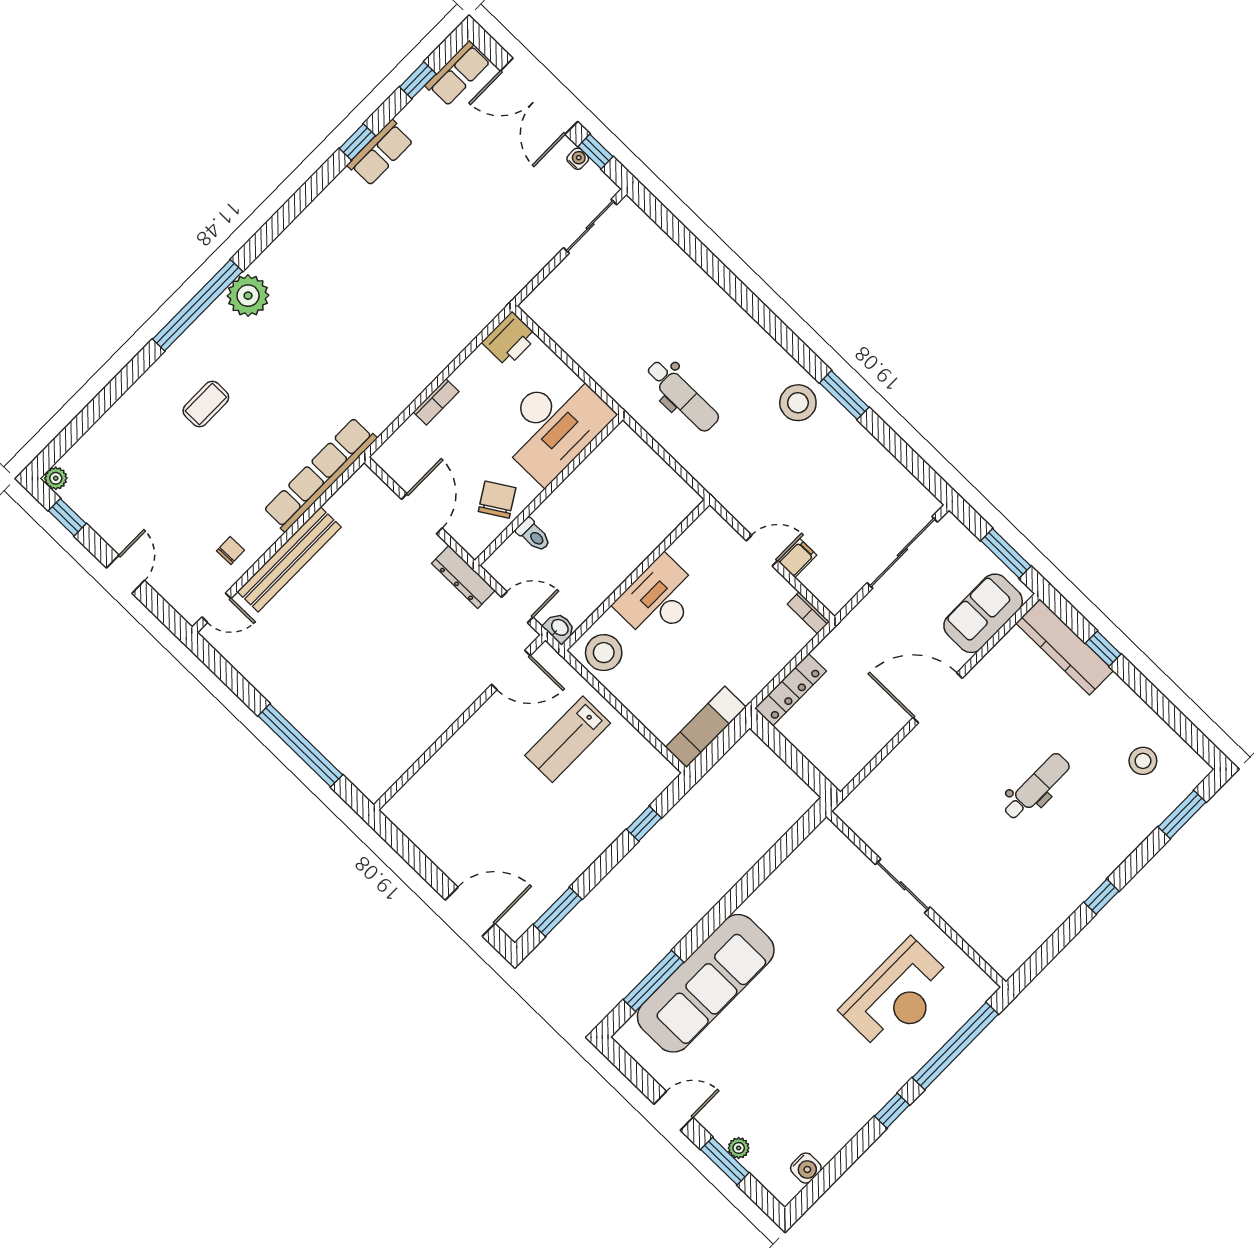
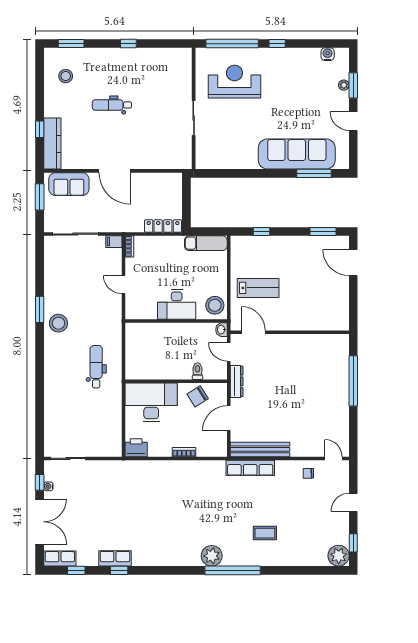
row of seats: (320, 475) -> (250, 468), width x0.73
plant: (56, 478) -> (339, 556), width x1.88, depth x1.88
filing cabinet: (797, 558) -> (114, 242), moved
bench: (289, 559) -> (260, 449), moved

